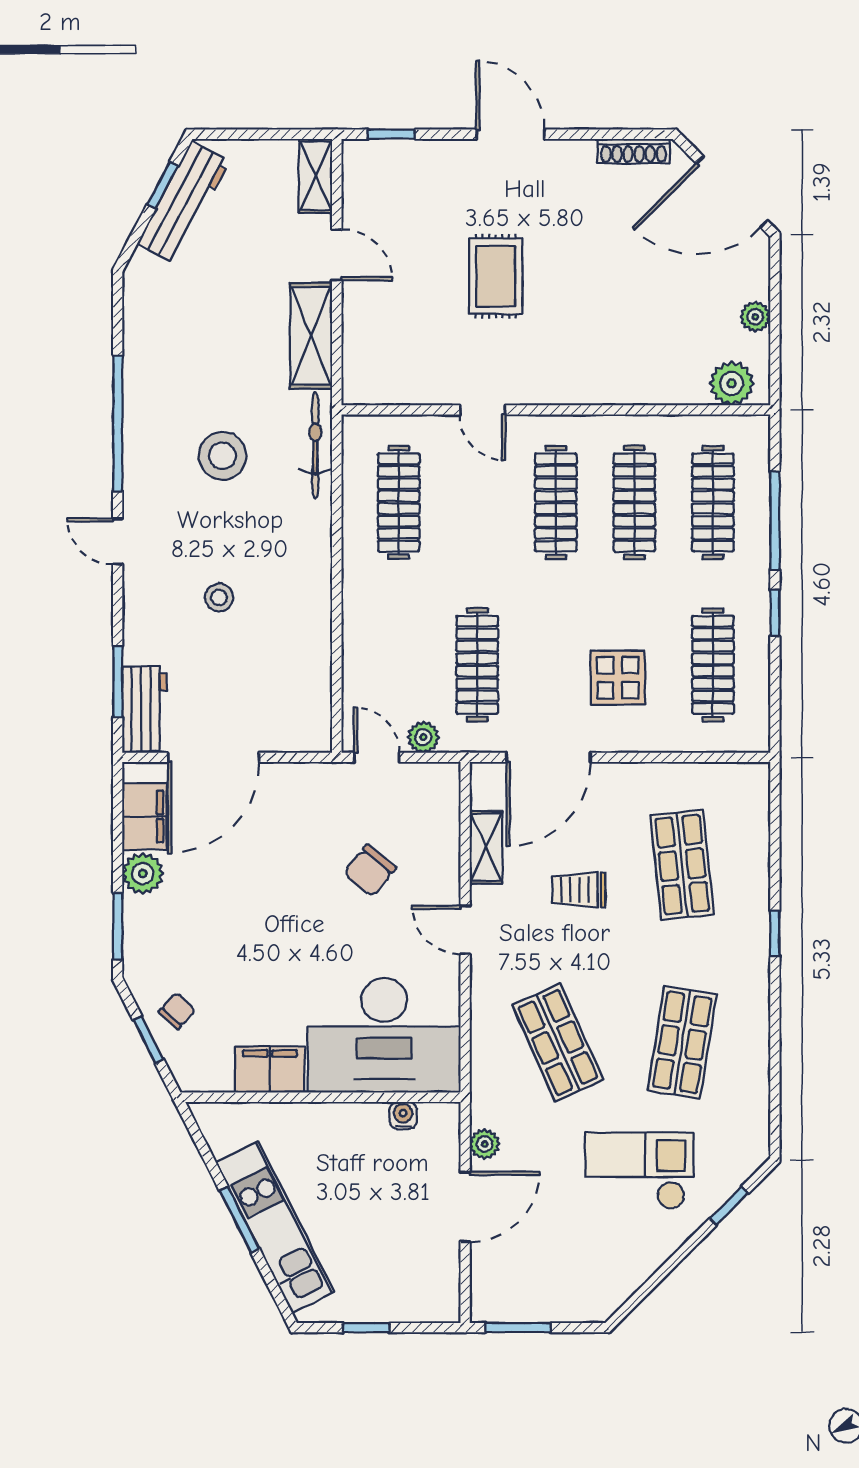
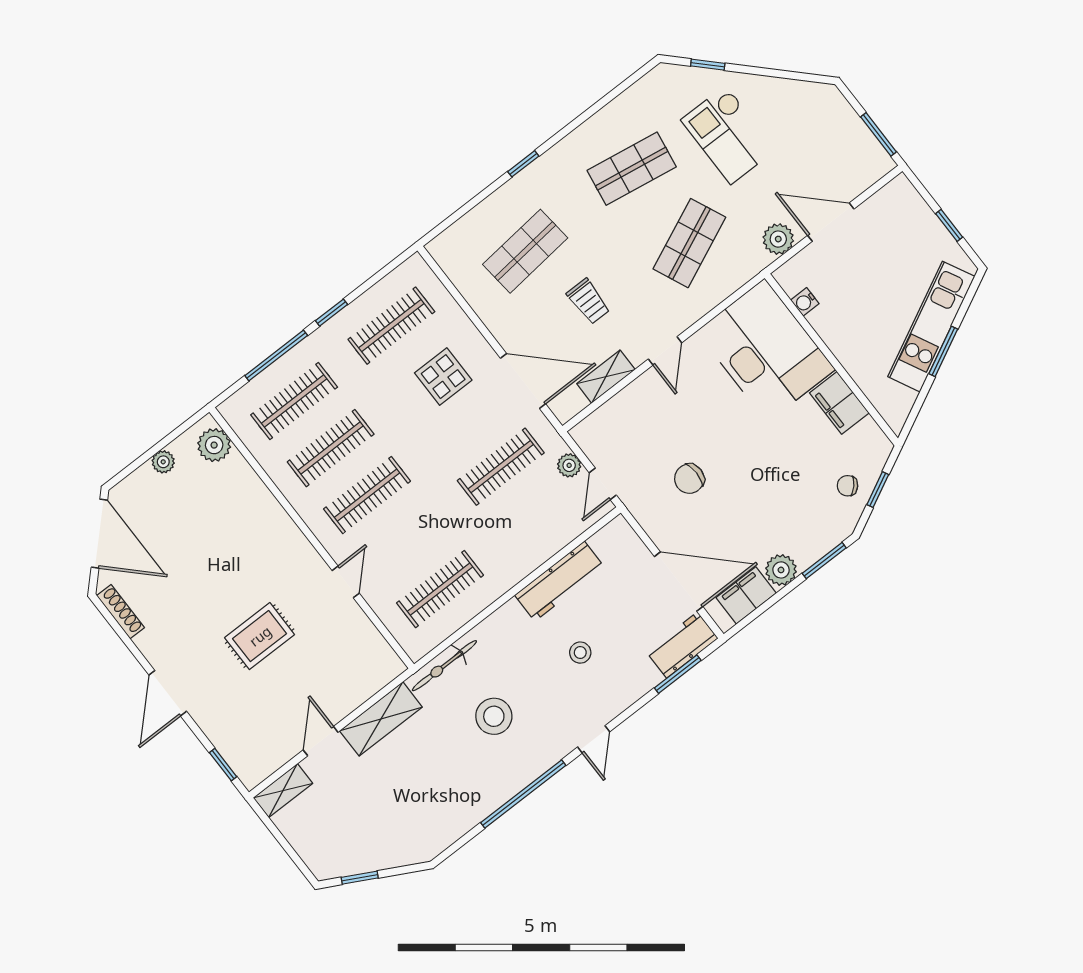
workbench: (184, 202) -> (560, 581), moved, turned 152
chair: (370, 871) -> (689, 479), moved, turned 141
plant: (485, 1144) -> (778, 239), width x1.38, depth x1.38

